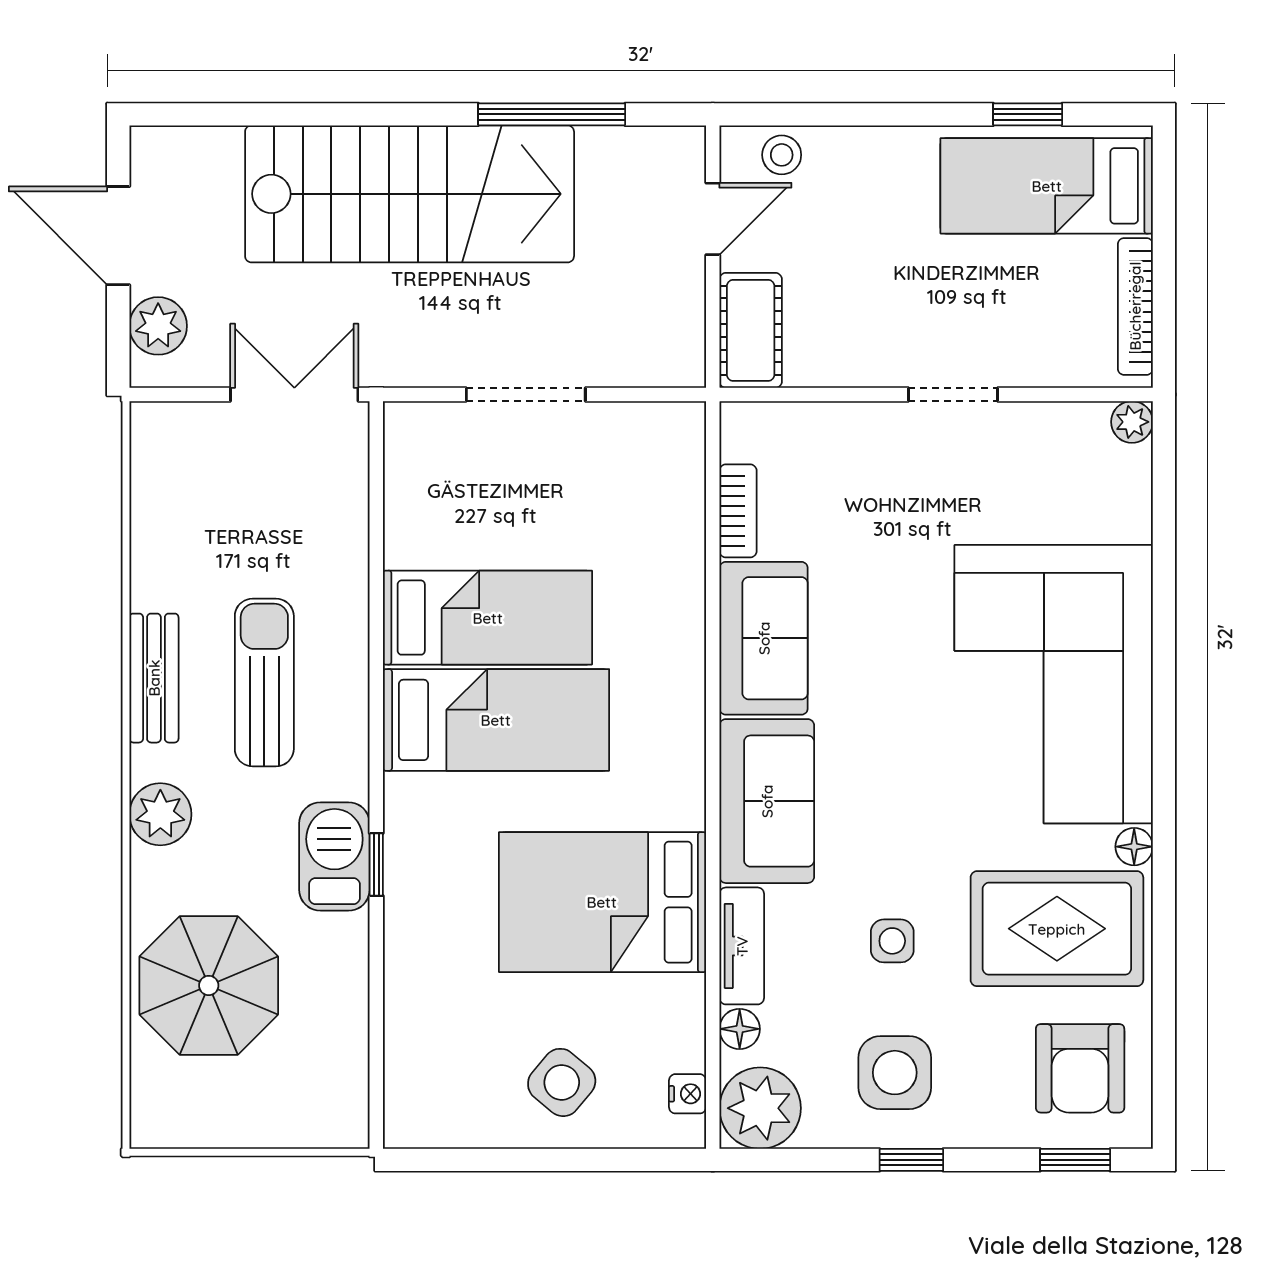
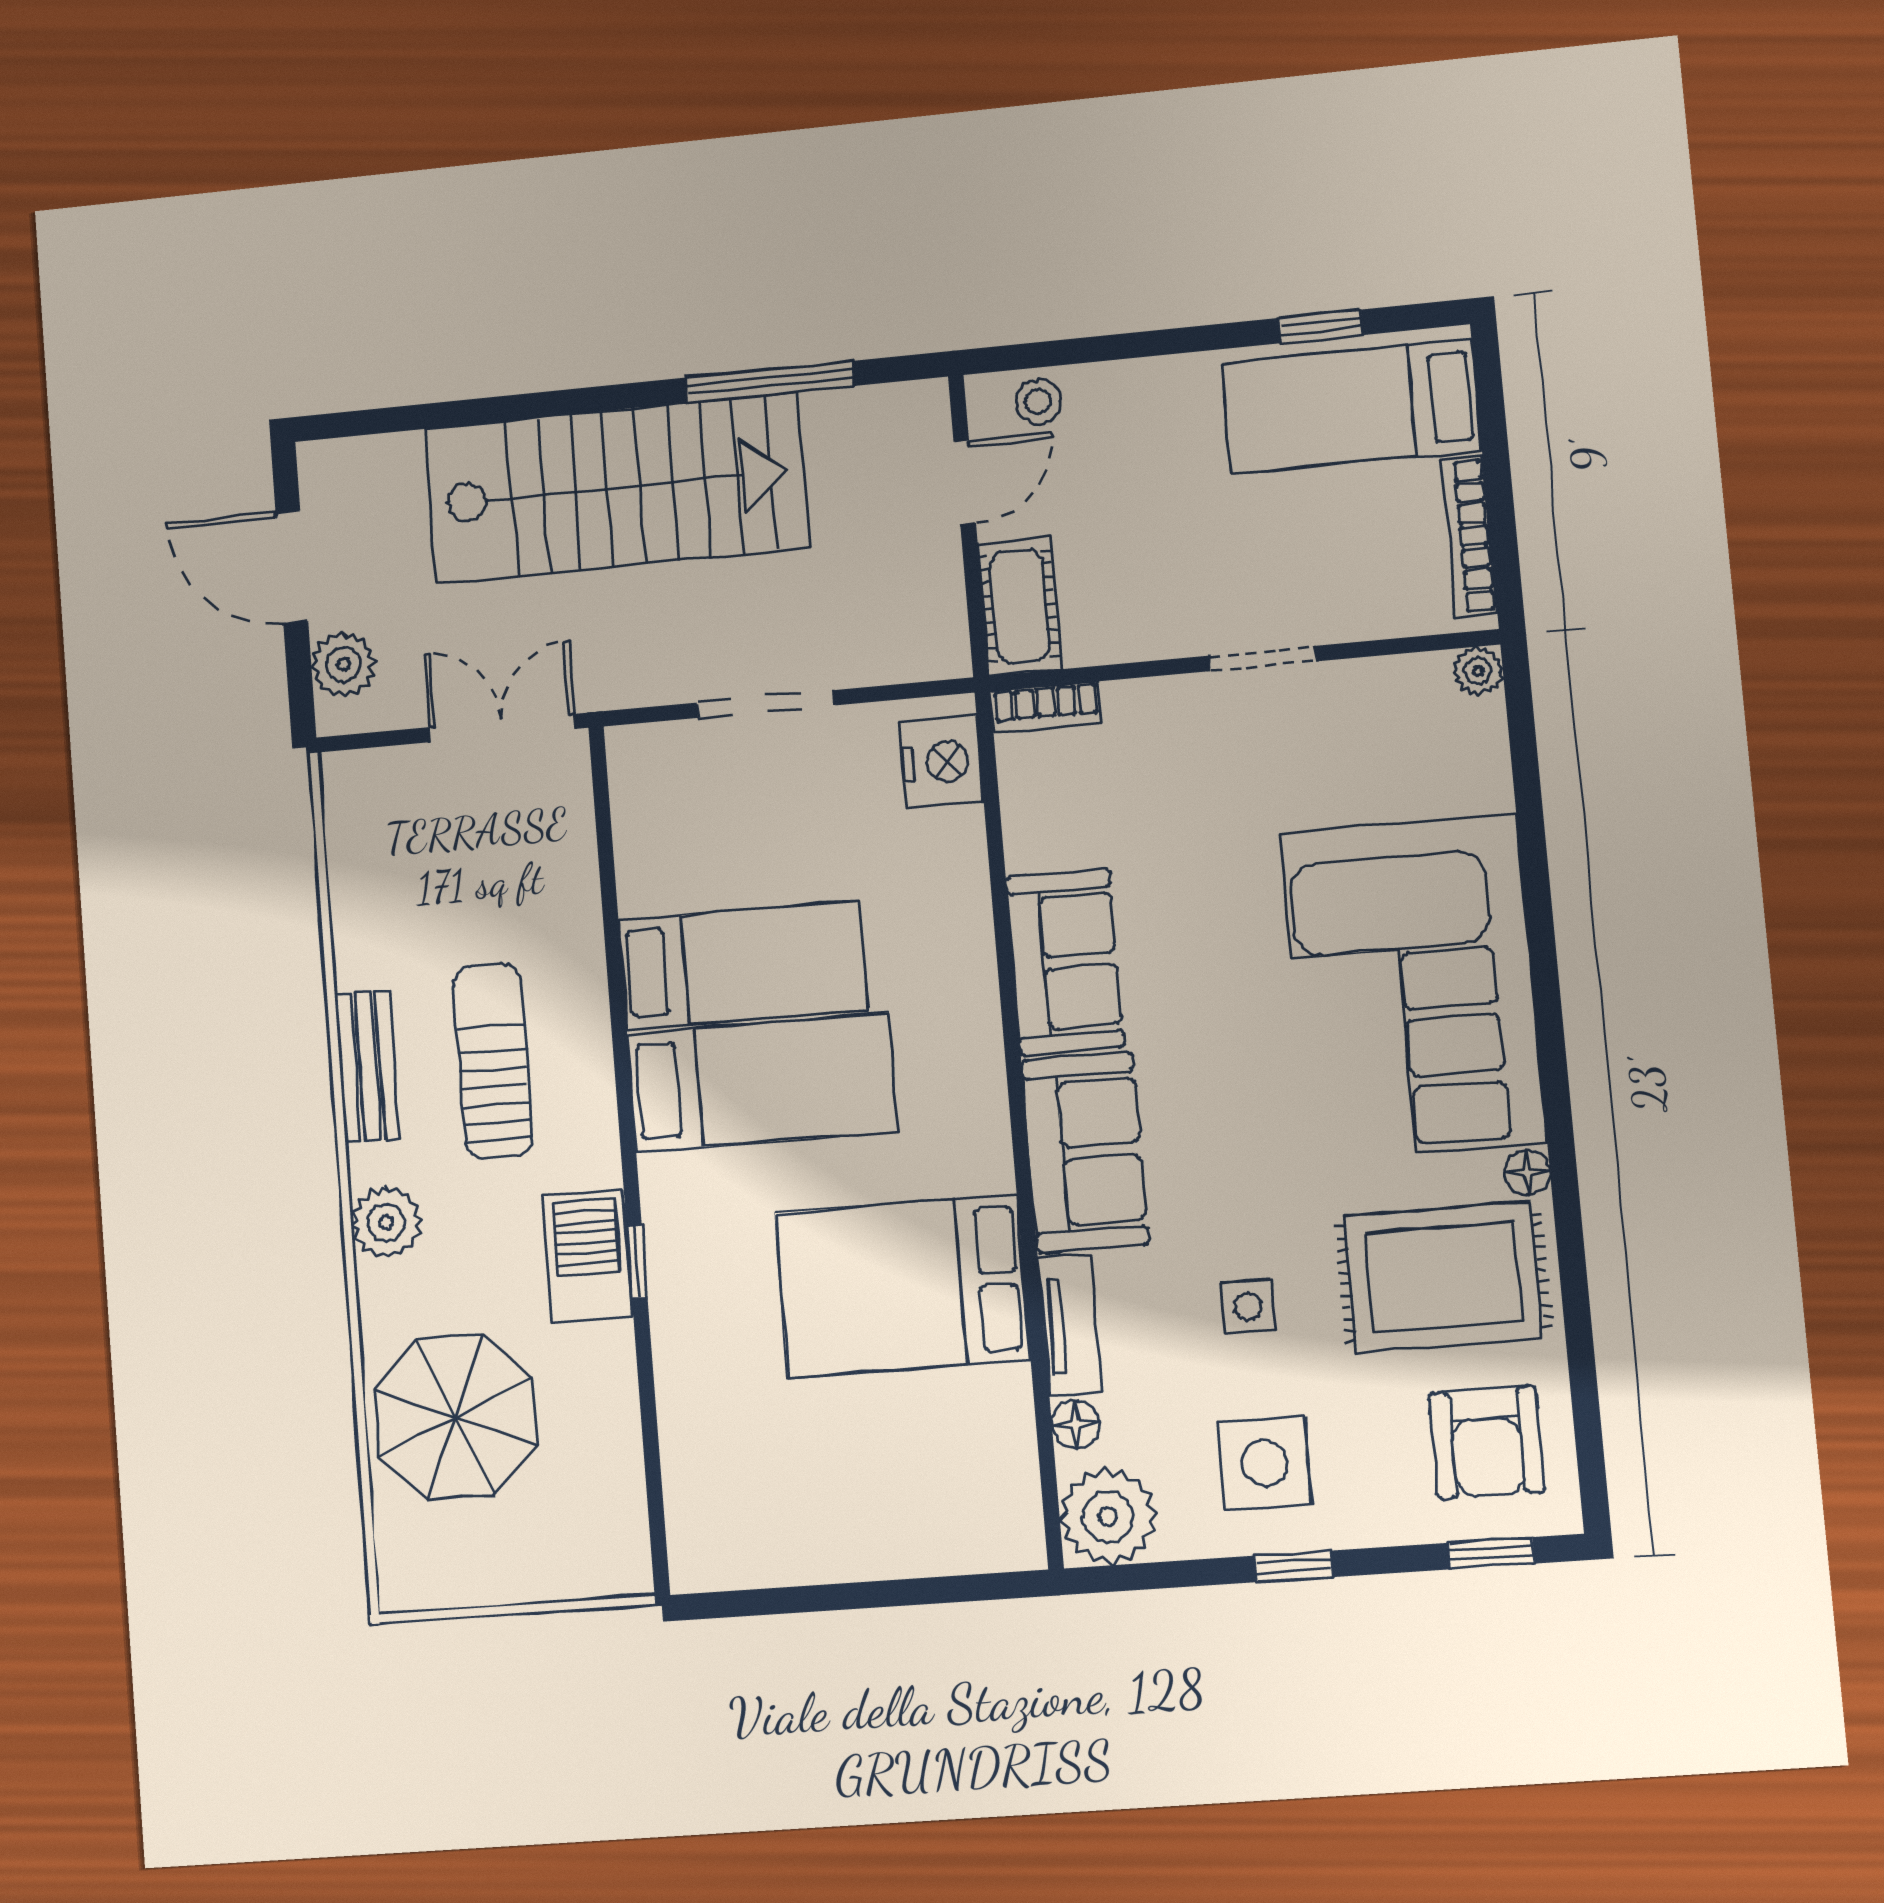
bookcase: (738, 511) -> (1046, 708), moved, turned 90
side table: (562, 1082) -> (872, 1502), removed
nightstand: (688, 1094) -> (941, 762), moved, width x1.89, depth x1.79

